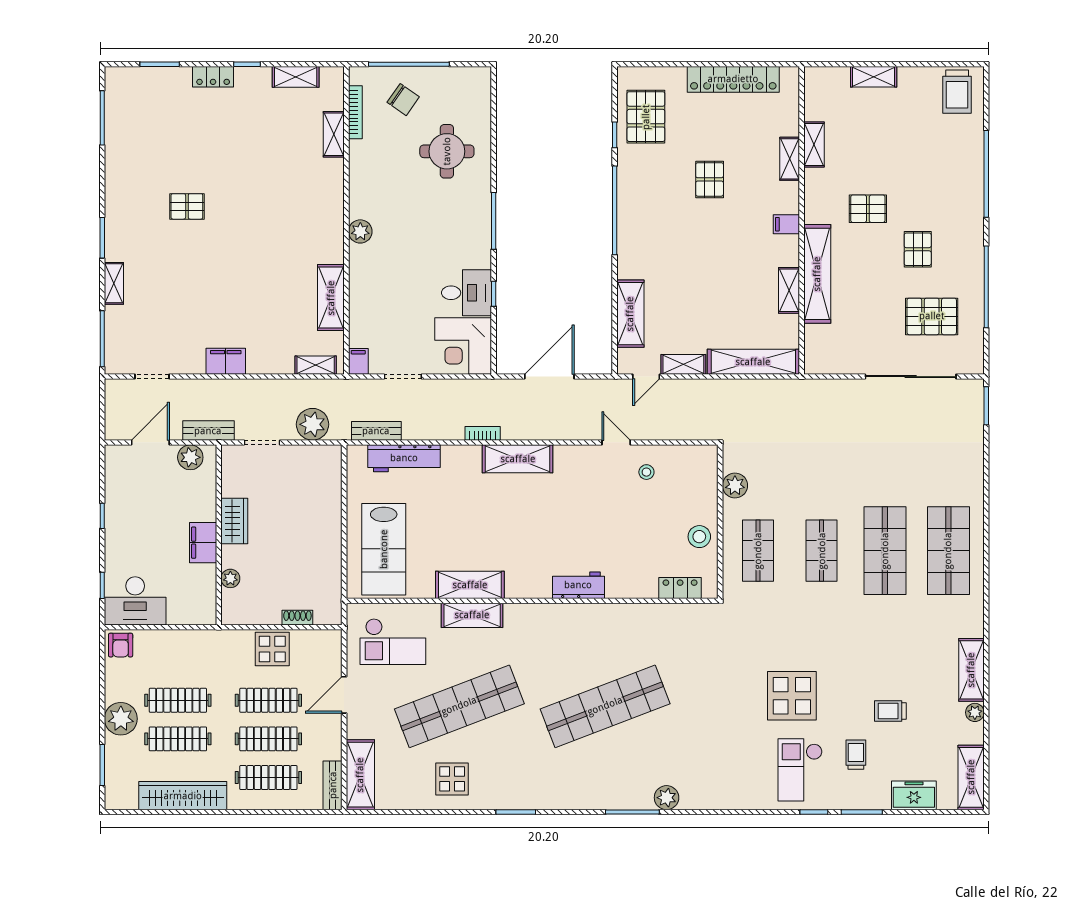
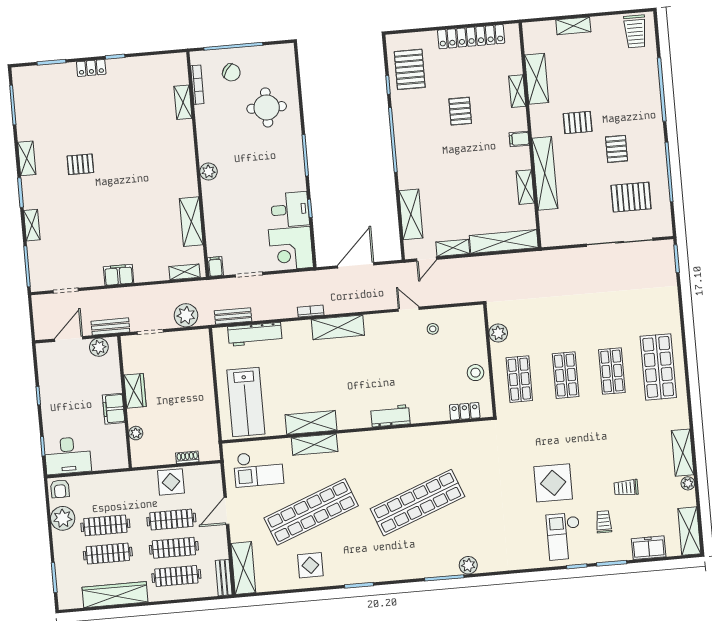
shelving: (296, 77) -> (27, 158), moved, turned 90
shelving: (814, 144) -> (537, 79), width x1.50, depth x1.33
shop shelf: (885, 551) -> (612, 371), width x0.70, depth x0.74
plant: (121, 719) -> (63, 518), moved

